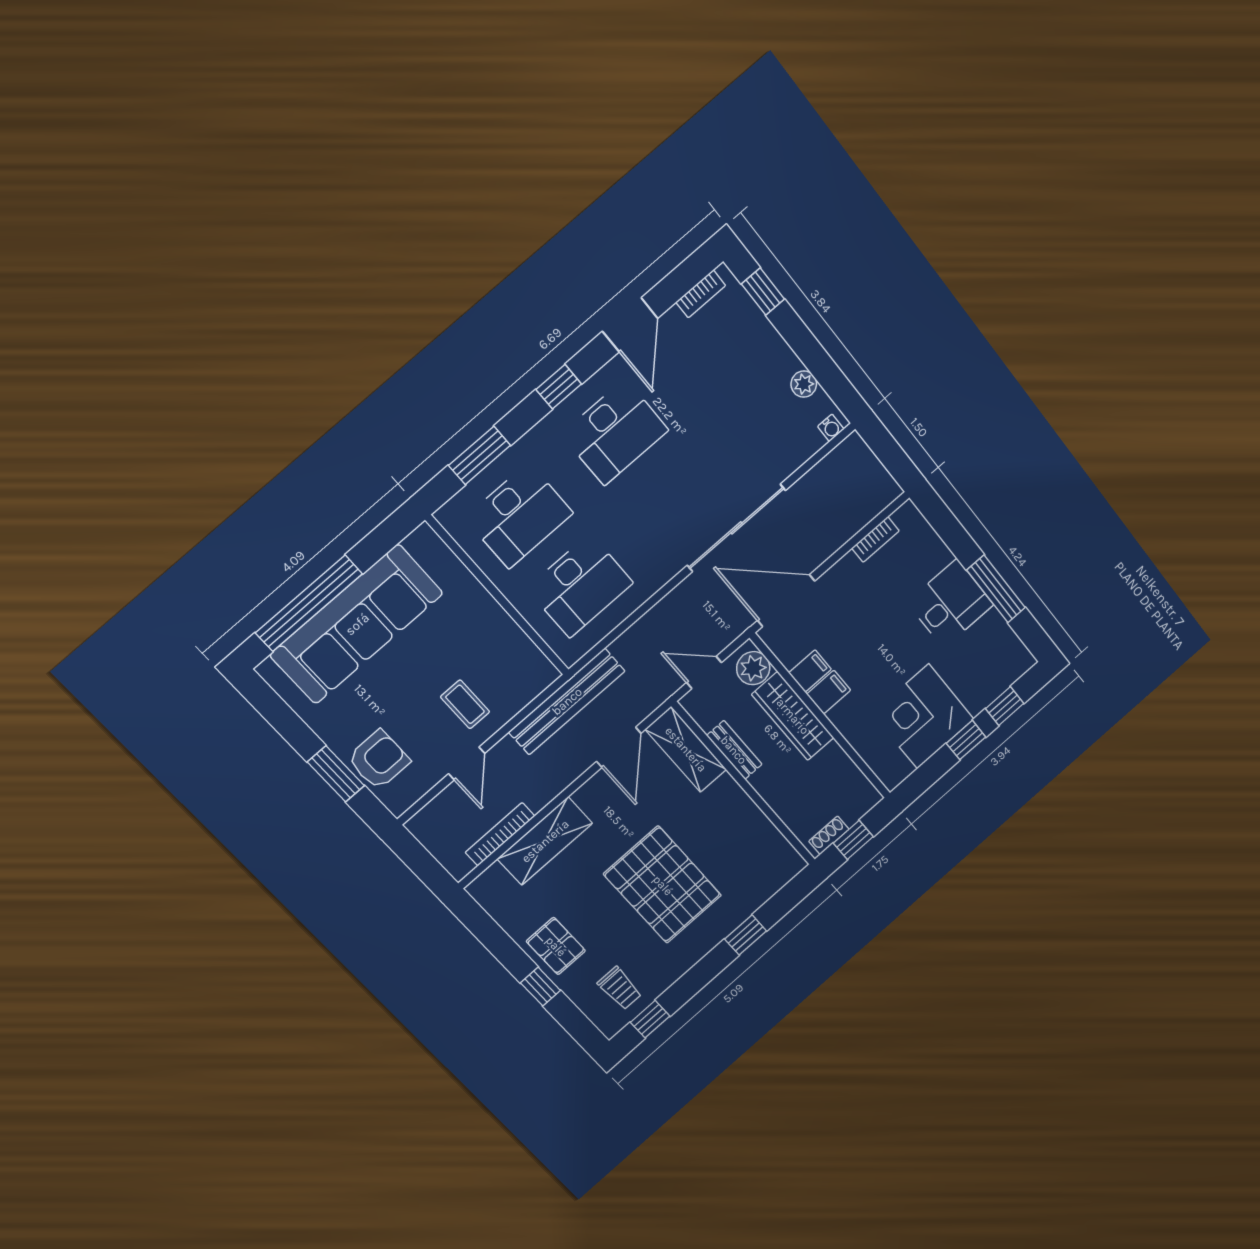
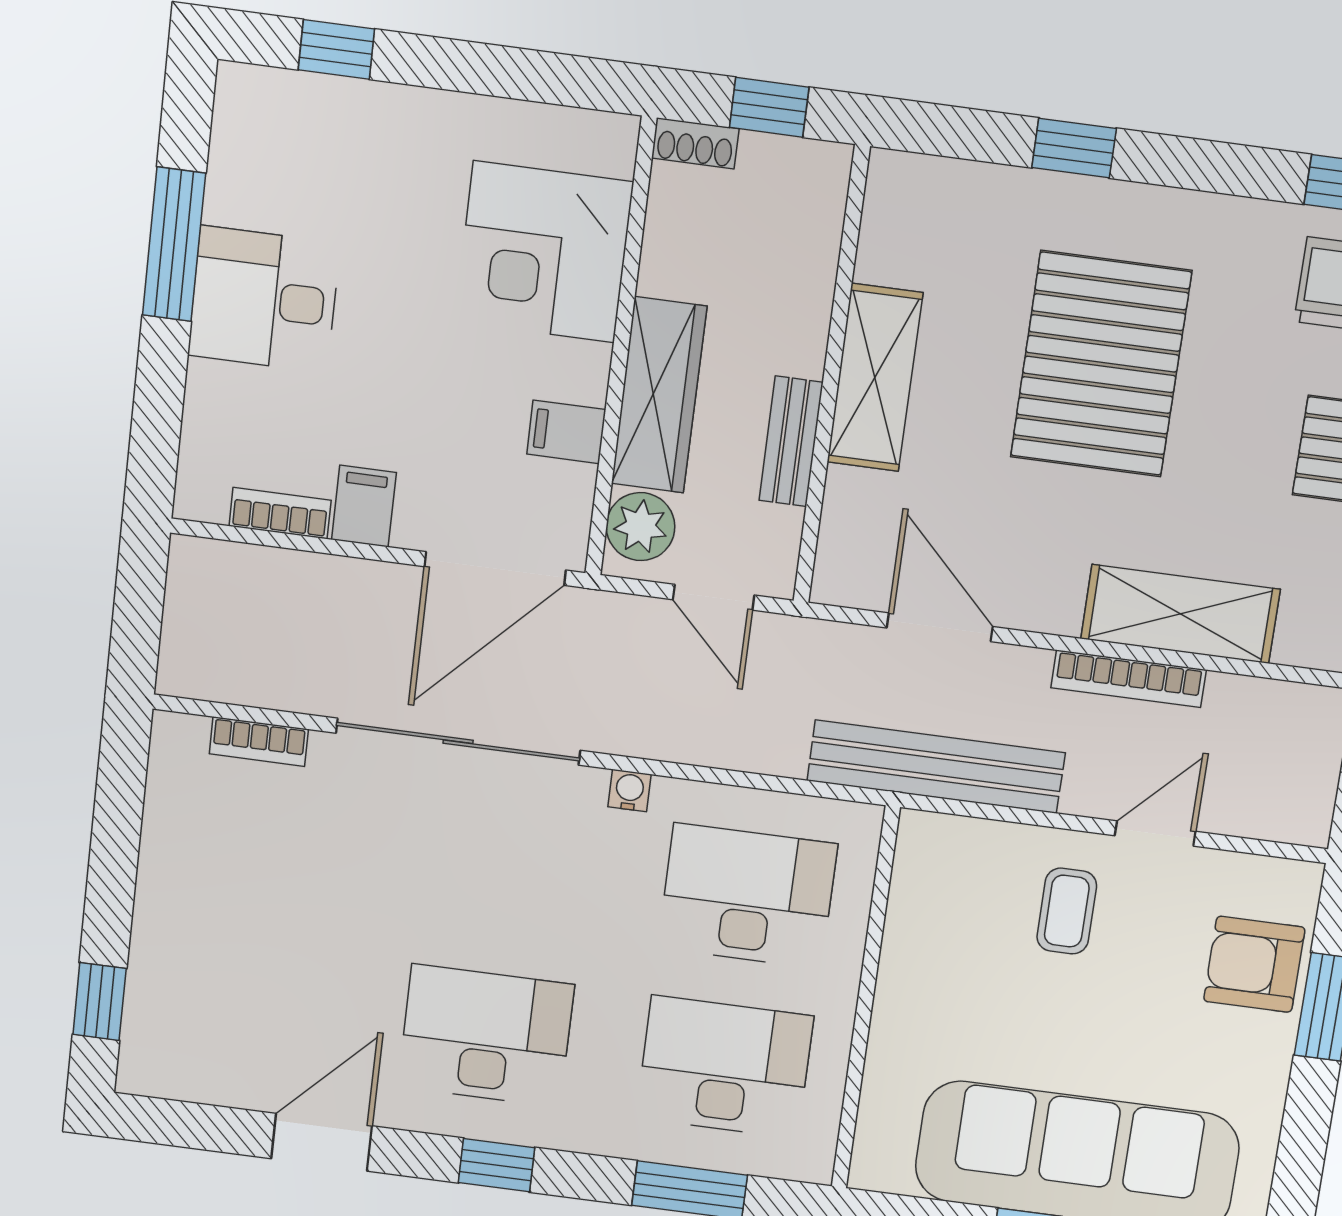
bookcase: (701, 294) -> (259, 742), moved, turned 180
plant: (804, 384) -> (166, 829), removed
water cooler: (831, 428) -> (630, 791), moved
door: (786, 601) -> (495, 568), hinge flipped
filing cabinet: (829, 692) -> (364, 506), moved, turned 90
corner desk: (923, 716) -> (544, 252), moved, turned 90
window: (966, 740) -> (447, 64), removed
door: (619, 747) -> (940, 627), hinge flipped
shelving: (686, 749) -> (875, 378), moved
bookcase: (500, 834) -> (1129, 679), moved
shoe rack: (829, 835) -> (695, 143), moved

